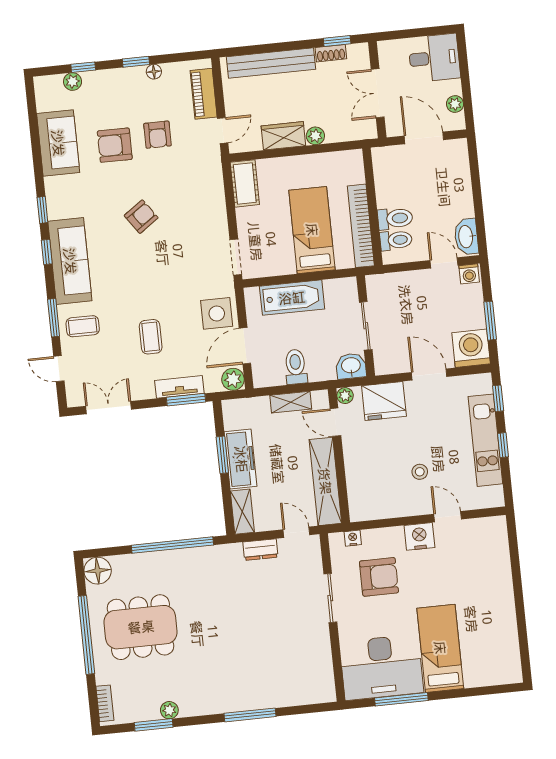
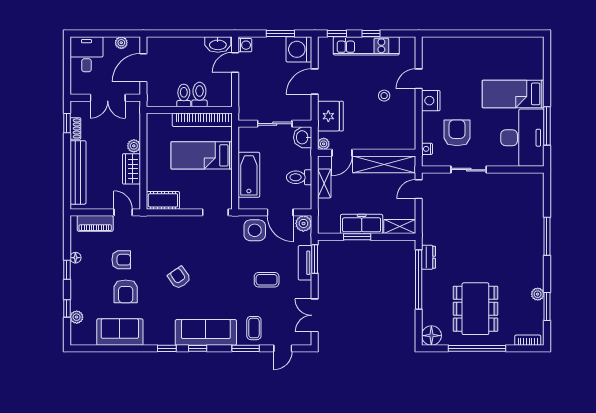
toilet: (396, 240) -> (184, 95), moved
dresser: (260, 550) -> (428, 257), moved

